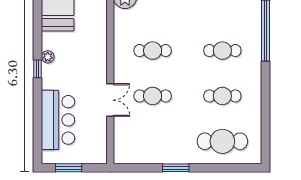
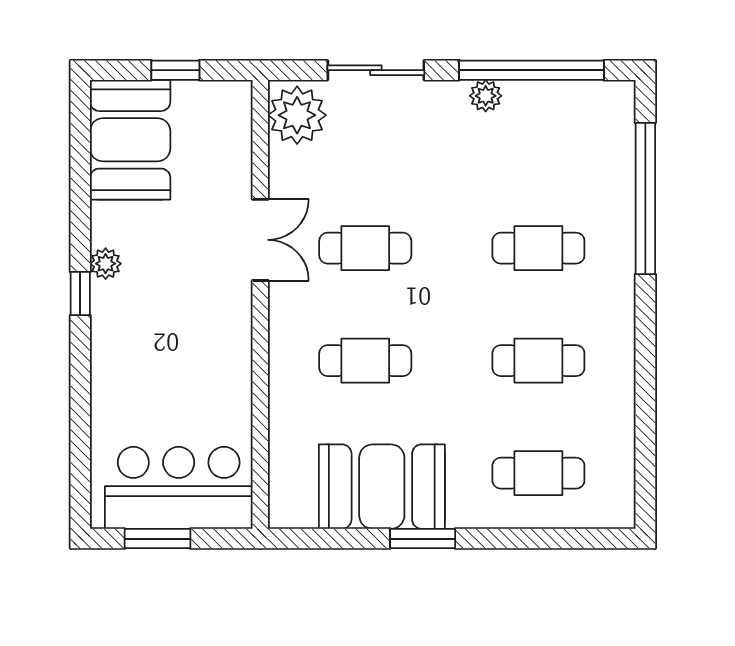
double door: (110, 100) -> (260, 240), moved
bar counter: (58, 120) -> (179, 488), moved, turned -90
cafe table: (222, 141) -> (538, 473), width x0.73, depth x0.74
booth: (159, 147) -> (382, 487), added

